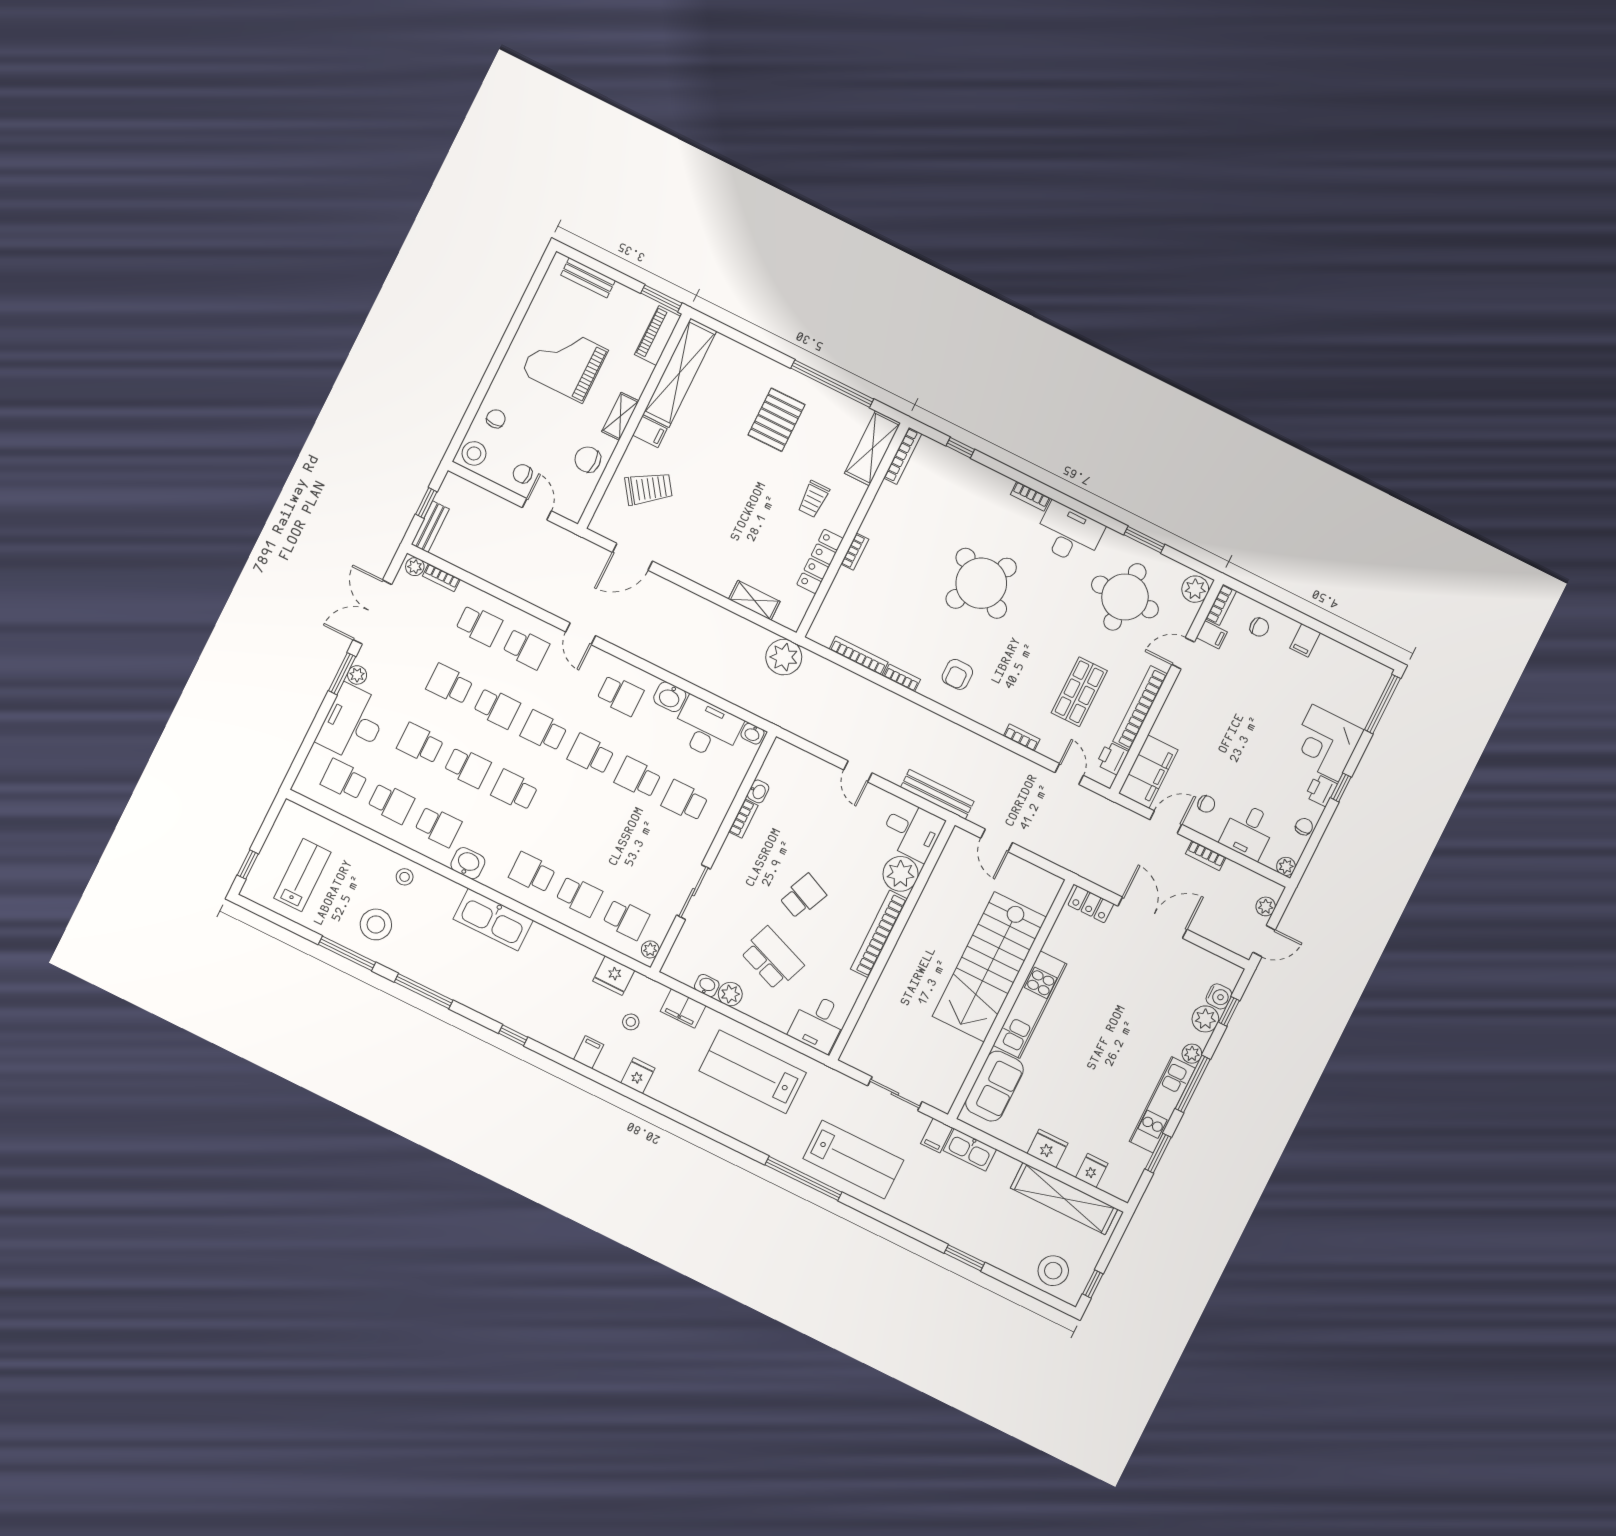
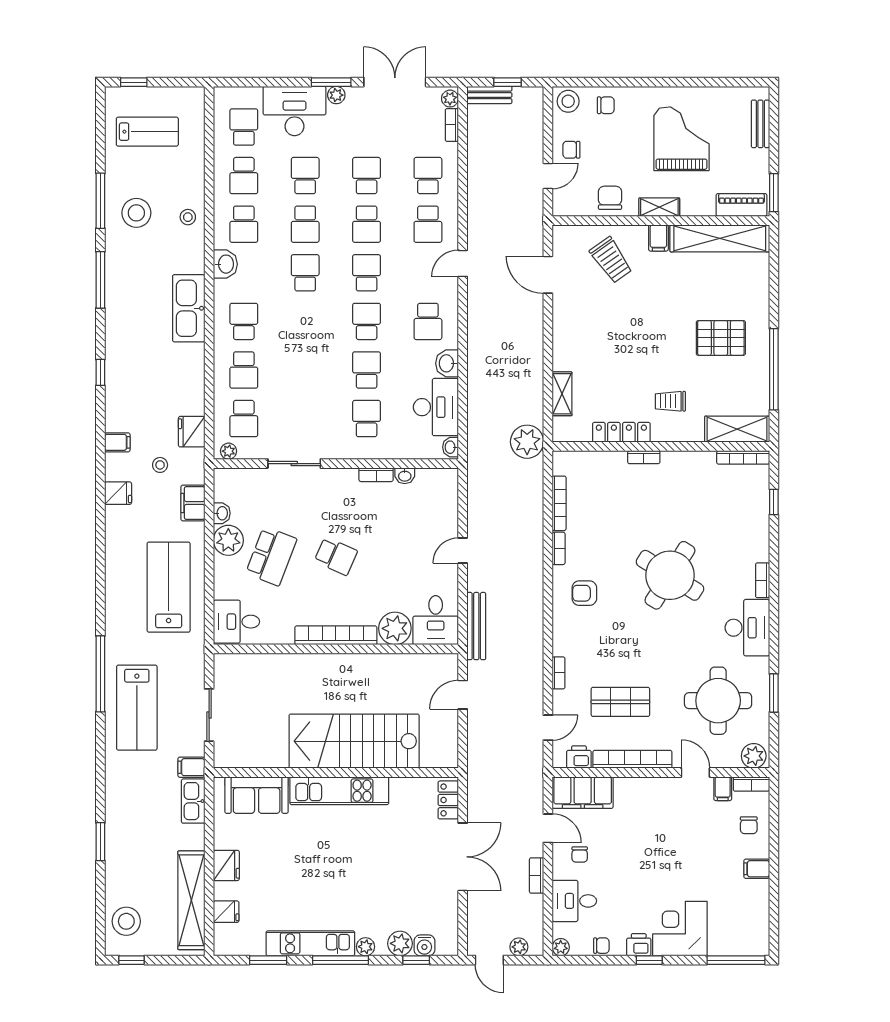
chair: (523, 474) -> (571, 150), turned -90
school desk: (479, 625) -> (428, 176), turned 180
plant: (730, 994) -> (228, 540), width x1.36, depth x1.36

